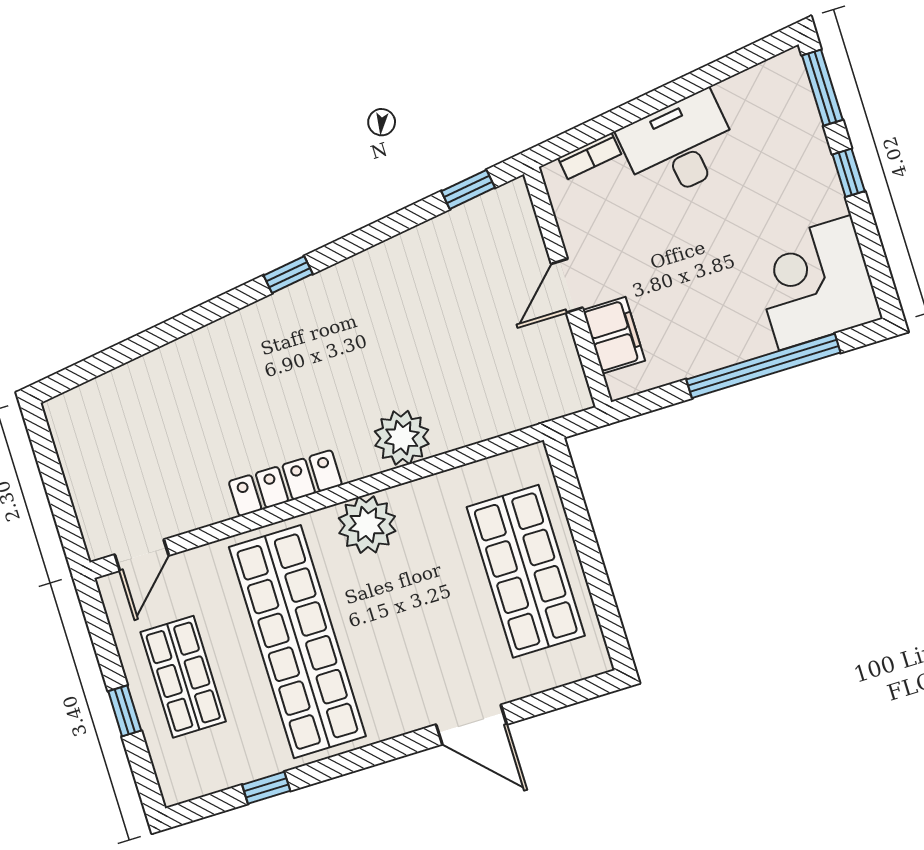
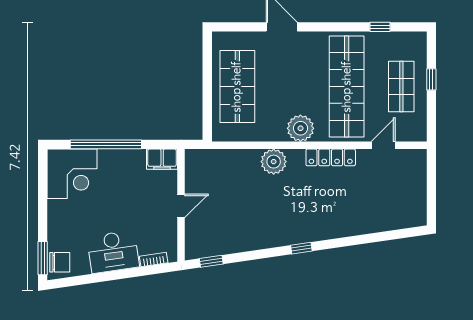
chair: (784, 90) -> (60, 262), added
window: (849, 173) -> (43, 217), removed
filing cabinet: (614, 335) -> (162, 159), moved, turned -90
door: (142, 555) -> (383, 145), moved

